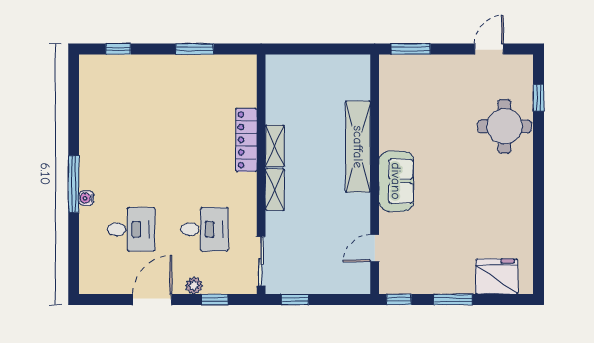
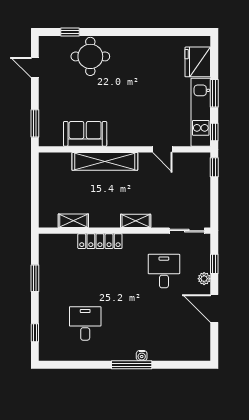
shelving: (275, 146) -> (73, 221), moved
sofa: (396, 181) -> (85, 134), moved
desk: (131, 229) -> (85, 323), moved
door: (375, 248) -> (162, 149), moved
kitchen unit: (427, 281) -> (201, 112), added
window: (295, 300) -> (214, 167), moved

